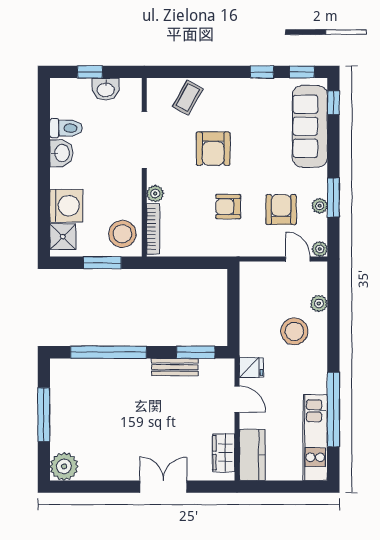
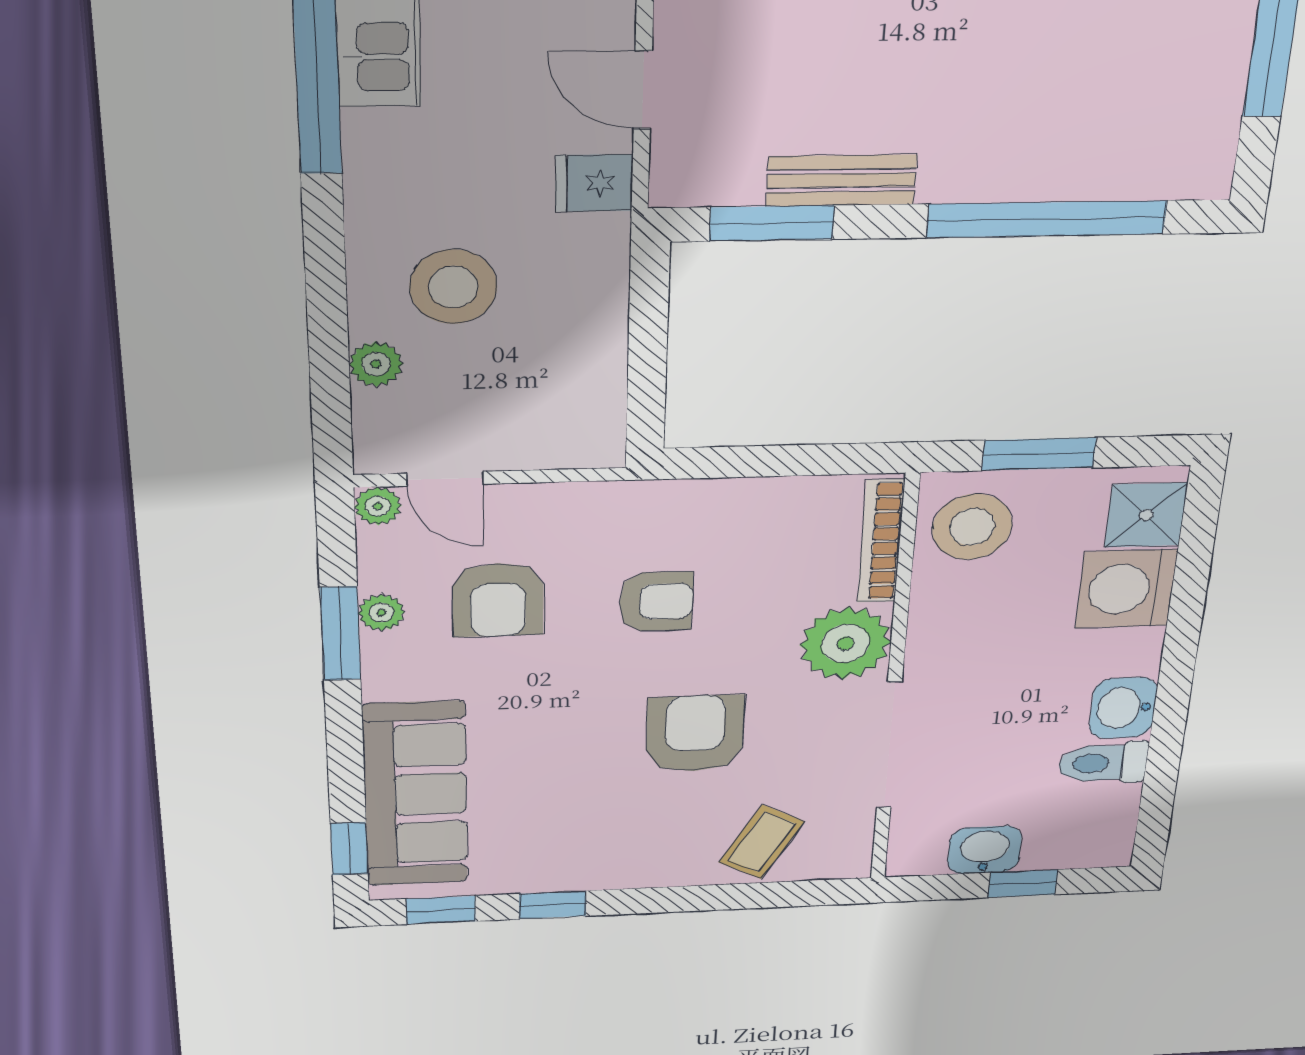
plant: (155, 194) -> (845, 643), width x1.87, depth x1.87

